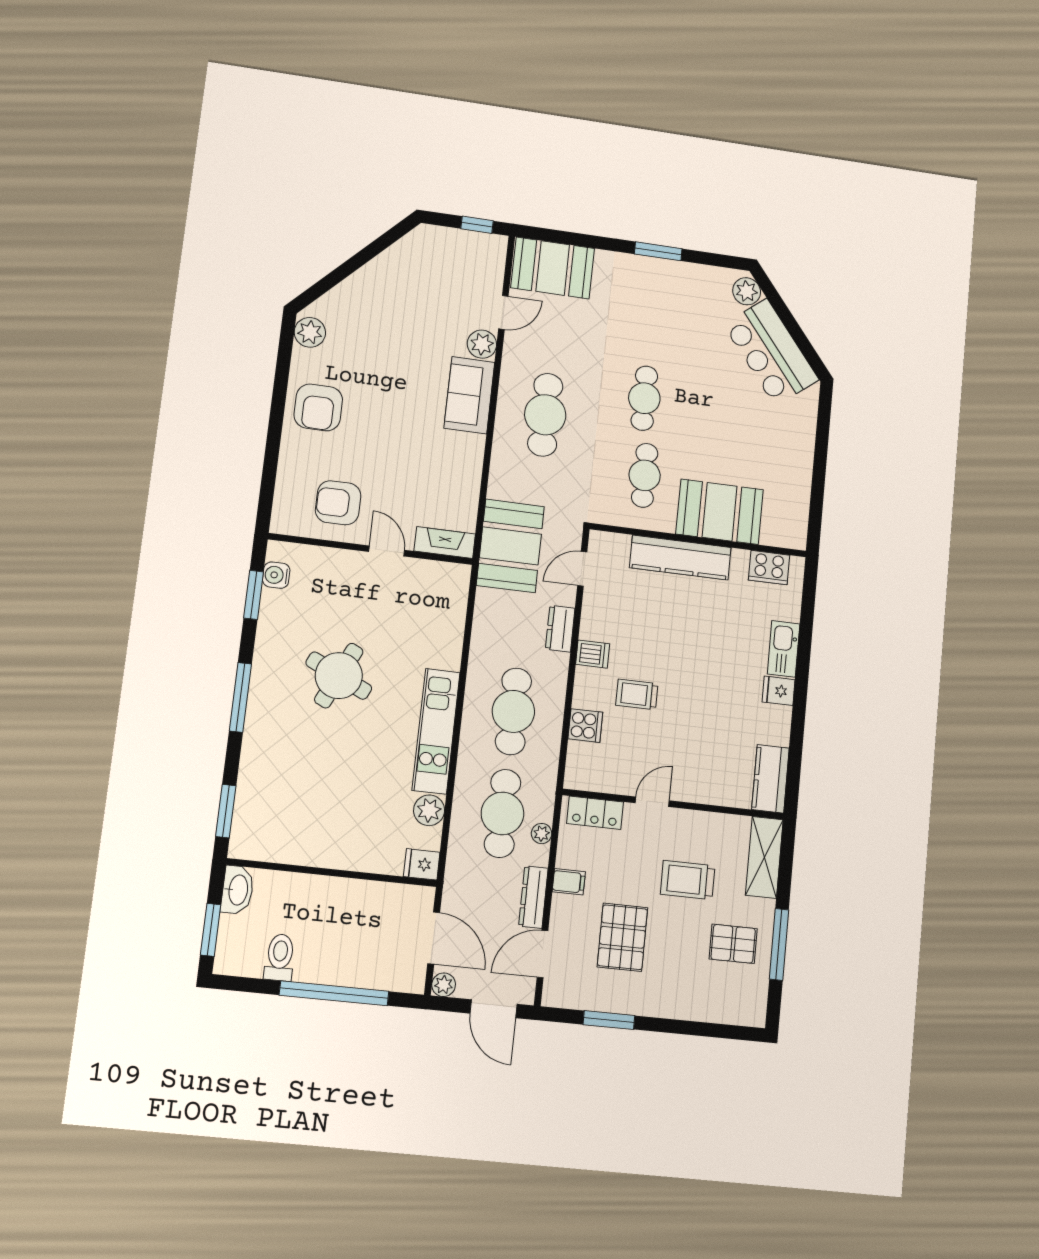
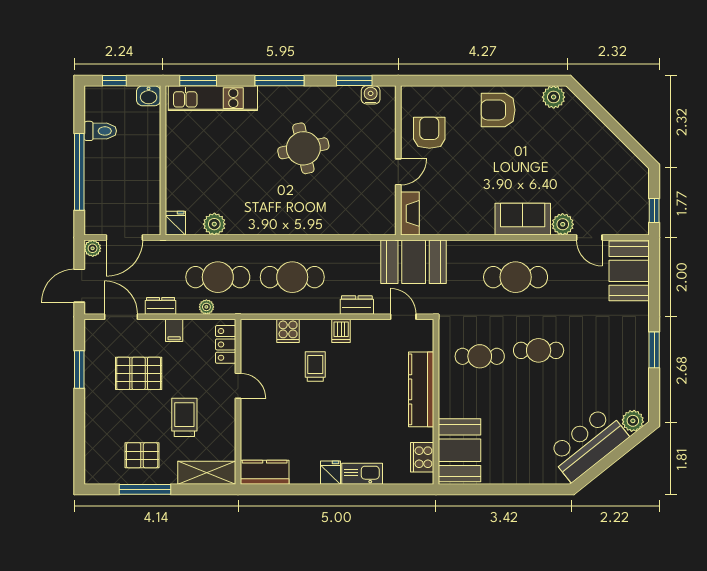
booth: (720, 512) -> (460, 450), moved
round table: (339, 676) -> (303, 148), turned -37
kitchen unit: (436, 731) -> (213, 98), moved, turned 180
washbasin: (237, 890) -> (149, 96), width x0.72
dresser: (533, 897) -> (161, 306), width x0.70
window: (211, 930) -> (114, 81), width x0.67
pallet: (733, 944) -> (142, 455), turned 90

